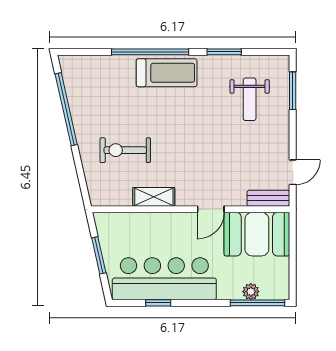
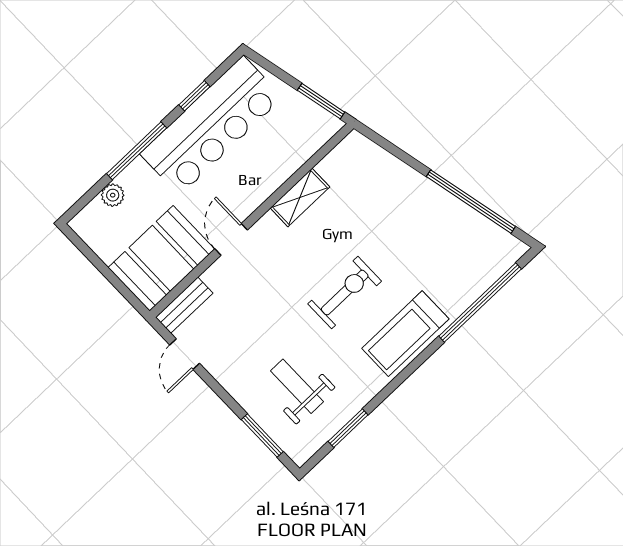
window: (150, 52) -> (480, 303), moved
window: (224, 52) -> (348, 428), moved
exercise bike: (125, 150) -> (345, 293), moved
window: (99, 255) -> (321, 101), moved
window: (257, 303) -> (137, 151), moved

